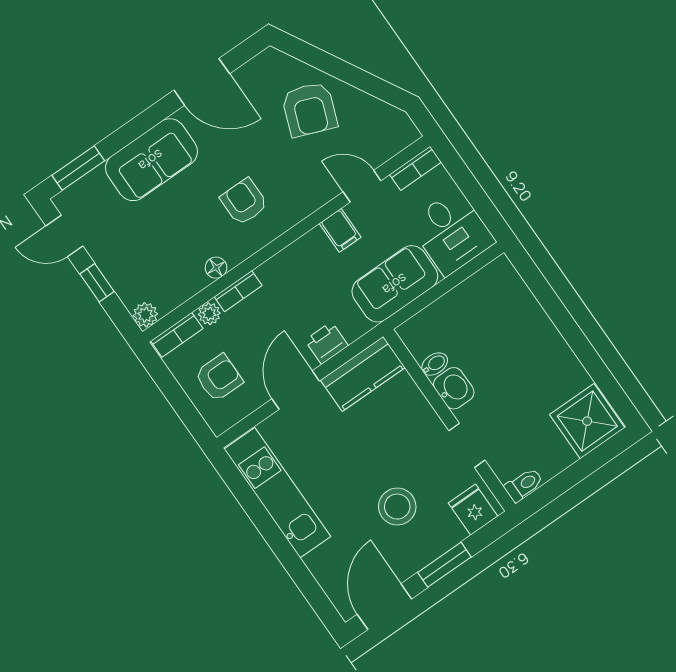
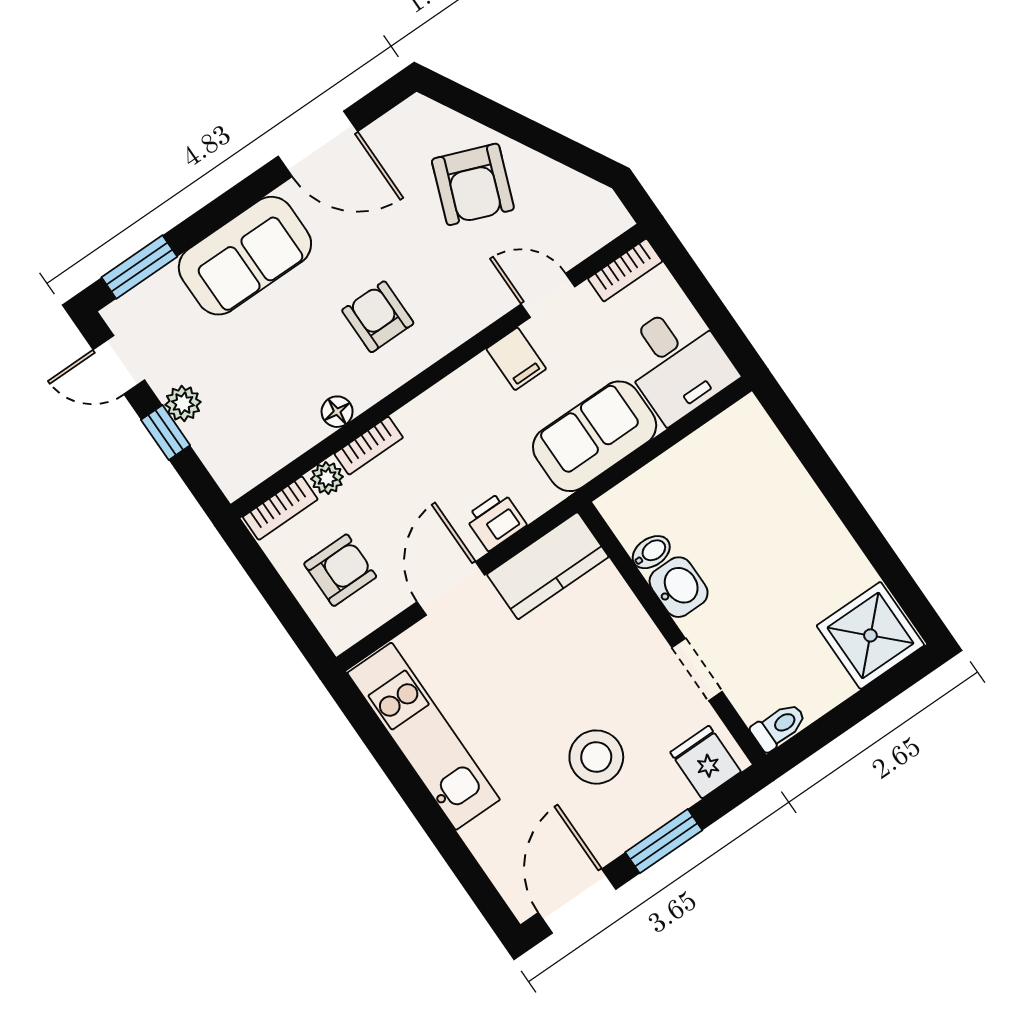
plant: (145, 315) -> (183, 403), moved

